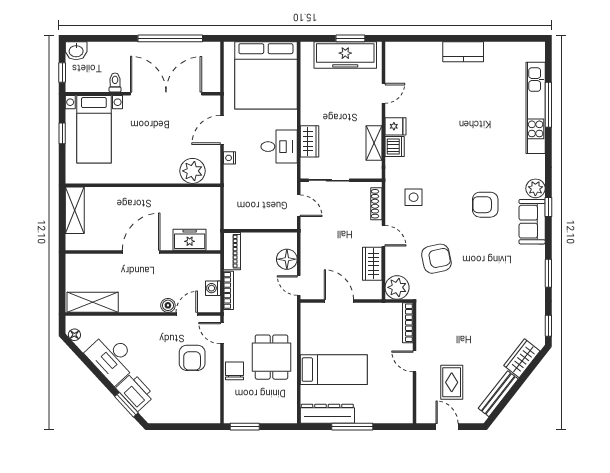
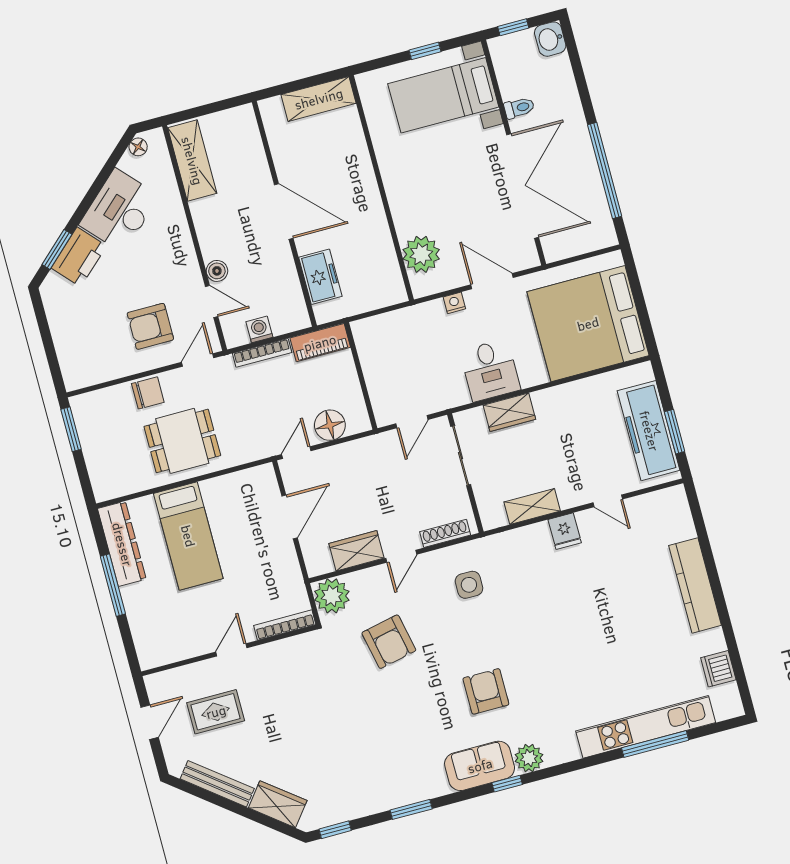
kitchen counter: (463, 52) -> (695, 585), width x1.50
dishwasher: (395, 146) -> (718, 669), moved, turned 90

